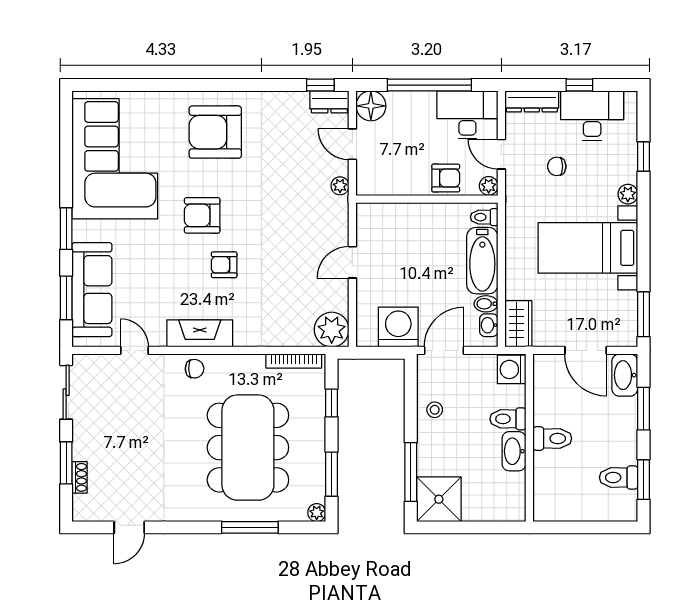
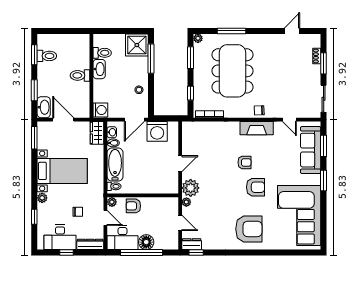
floor lamp: (371, 106) -> (146, 242), moved
plant: (332, 330) -> (191, 188), moved
toilet: (508, 419) -> (102, 53), moved

